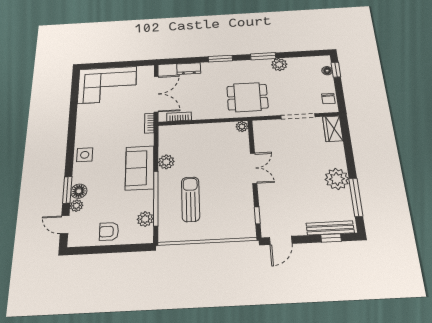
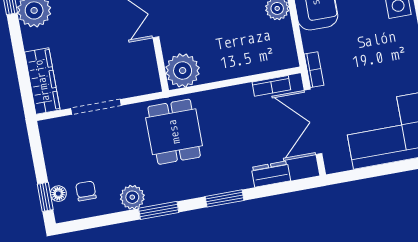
dining table: (247, 97) -> (174, 132), turned 90
chair: (328, 99) -> (86, 191), moved
plant: (242, 127) -> (183, 70), width x1.87, depth x1.87
wardrobe: (333, 129) -> (42, 81), width x1.50

